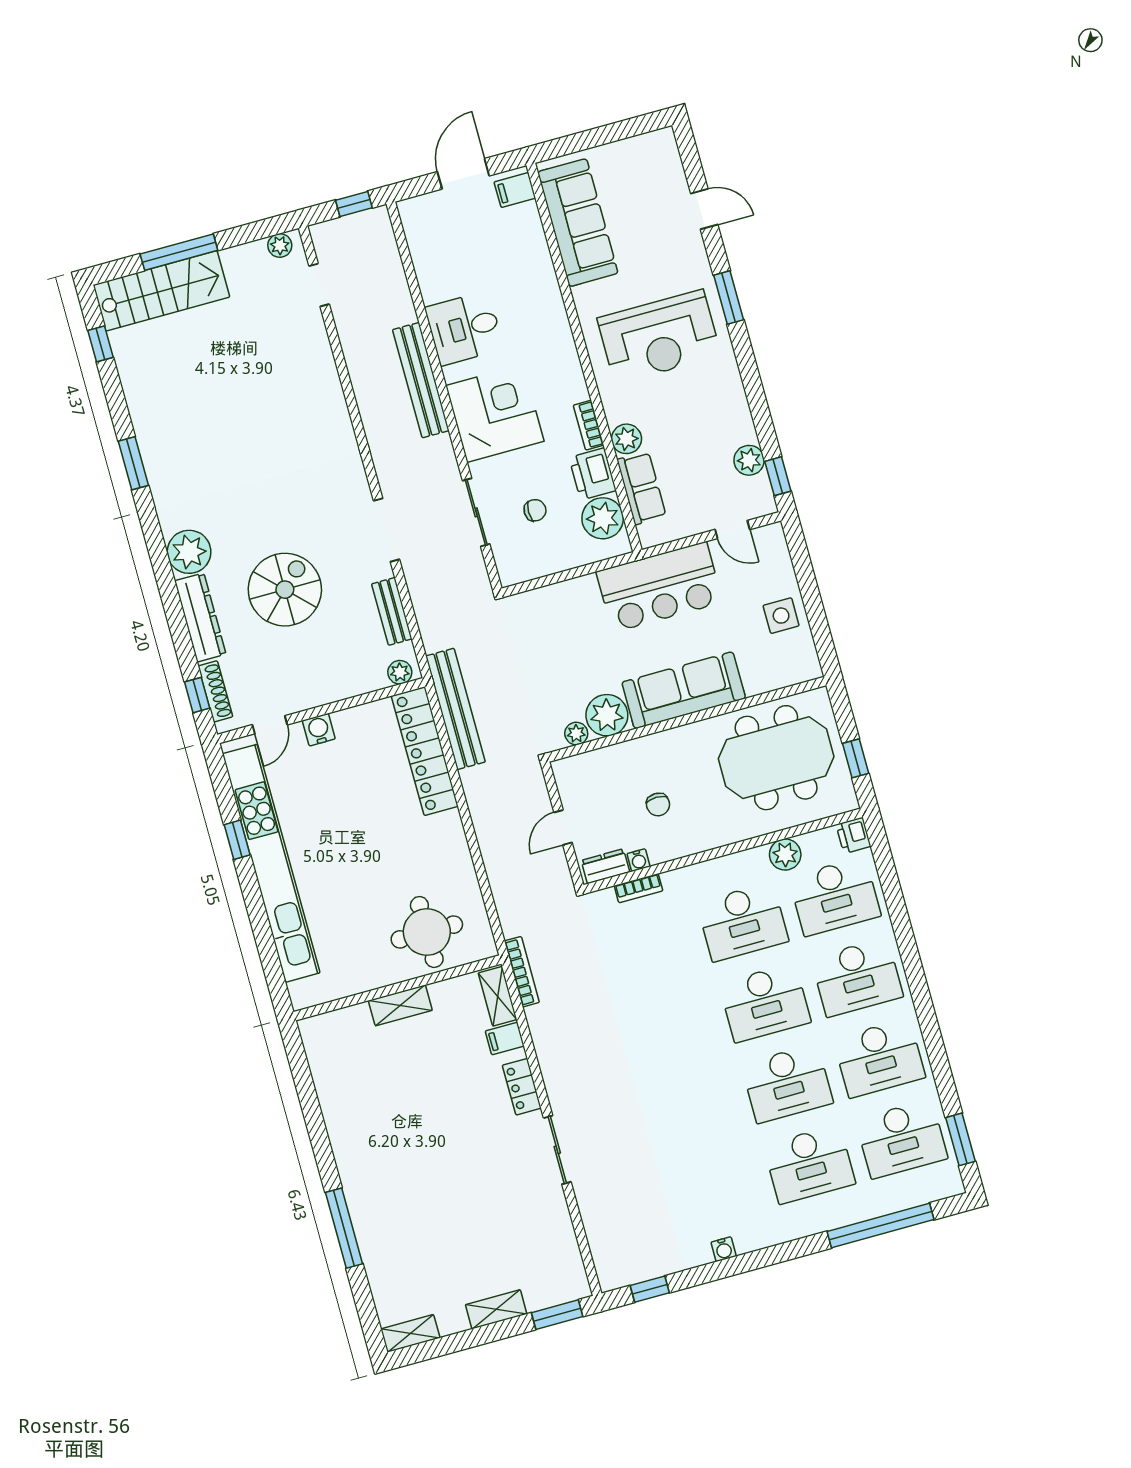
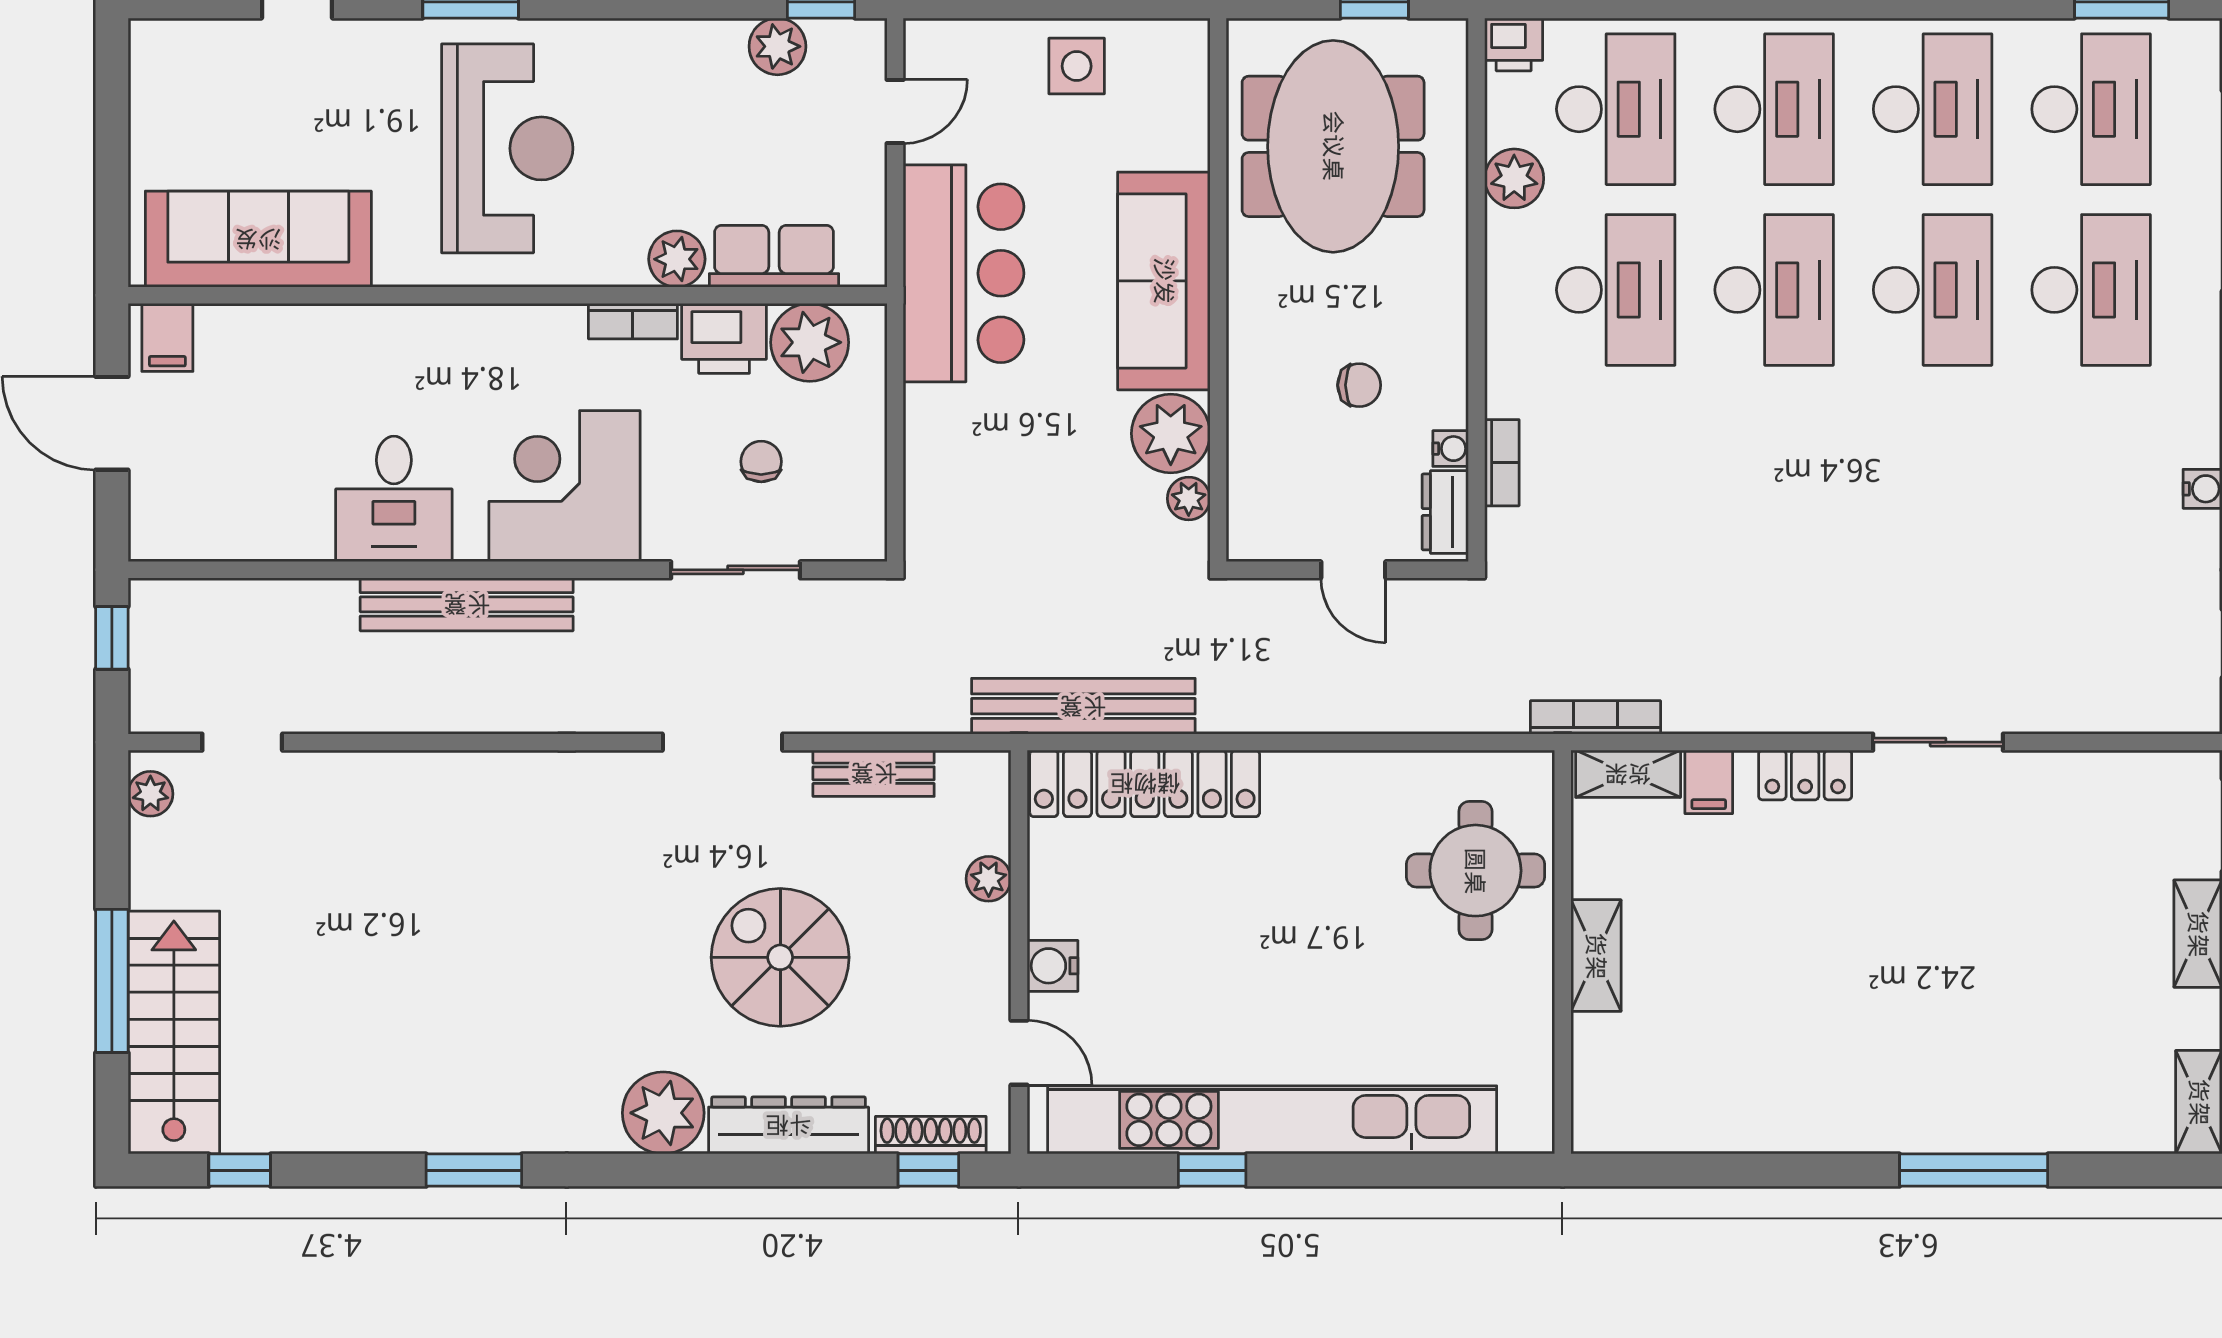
plant: (400, 672) -> (989, 879), moved

